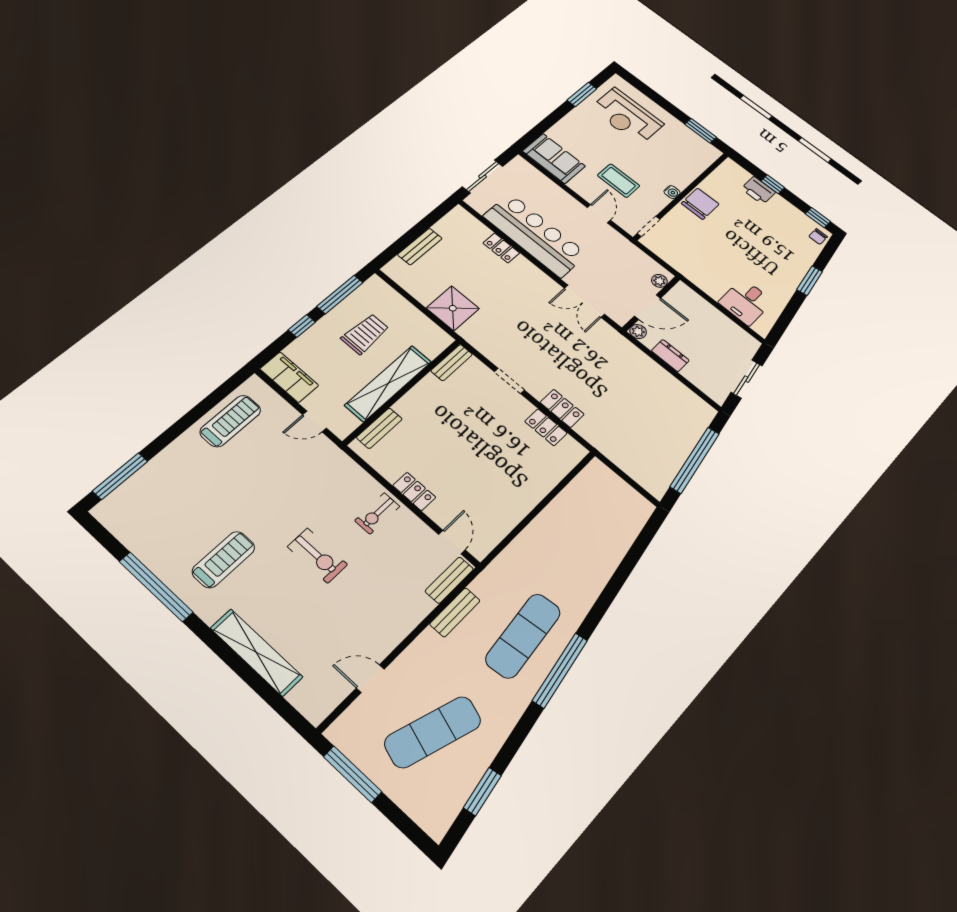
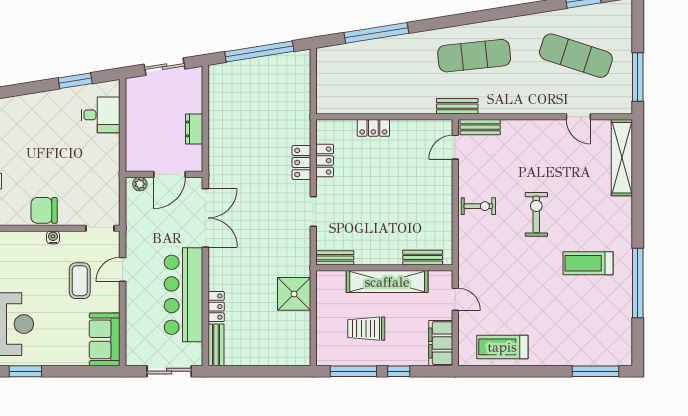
bench: (420, 247) -> (216, 345), moved, turned 90
window: (810, 281) -> (75, 81), moved
double door: (584, 301) -> (205, 218), width x1.37
door: (647, 307) -> (169, 174), swing flipped
plant: (638, 332) -> (195, 164), removed
locker: (414, 491) -> (373, 128), moved, turned -90
bench: (455, 612) -> (457, 106), moved
shelving: (256, 652) -> (622, 158), moved
window: (560, 670) -> (376, 33), moved

